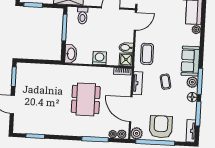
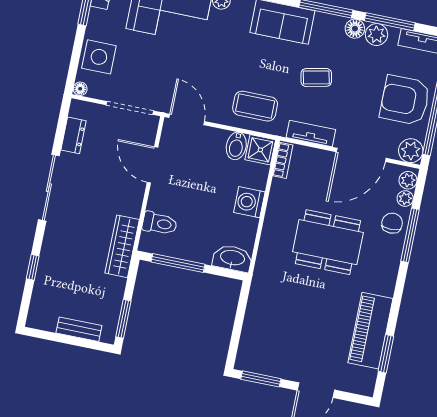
plant: (192, 82) -> (376, 35), moved
piano: (45, 127) -> (370, 331), added
chair: (100, 129) -> (392, 223), added

